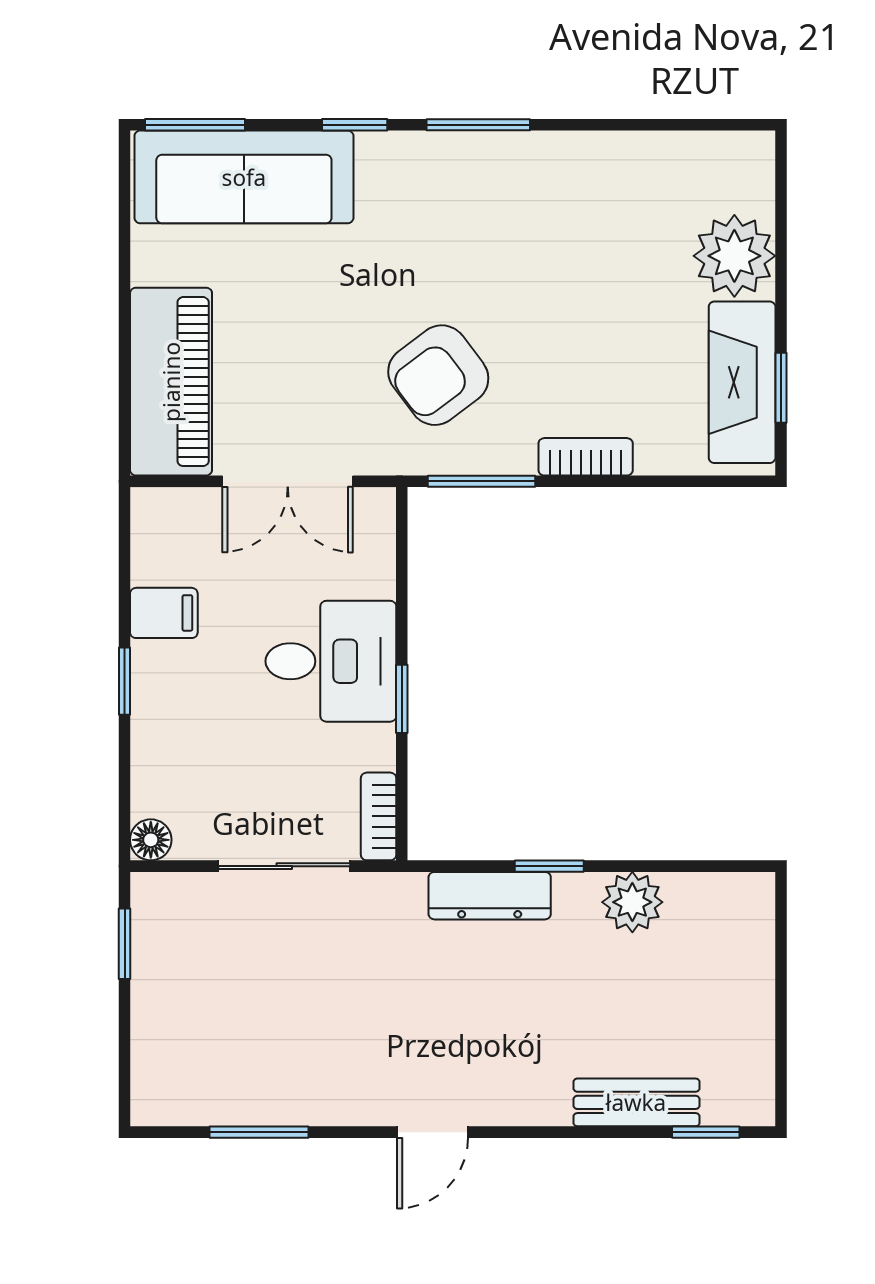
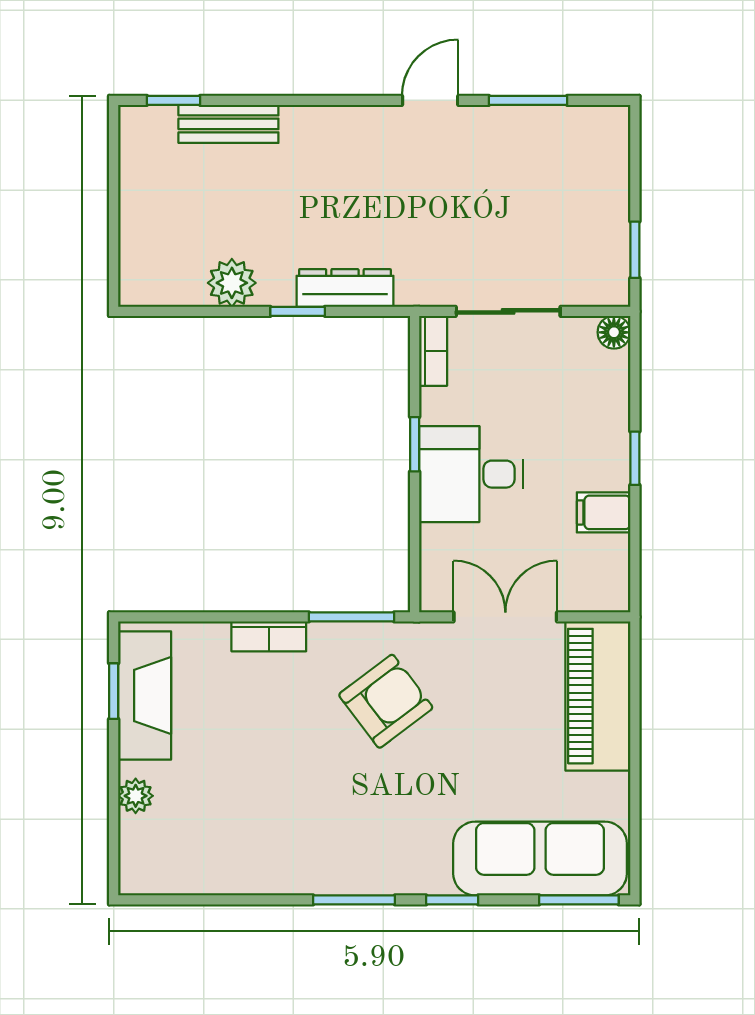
plant: (734, 256) -> (136, 796), width x0.53, depth x0.53
door: (432, 1132) -> (430, 100), moved

